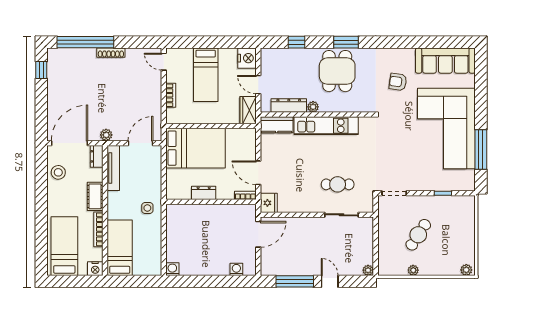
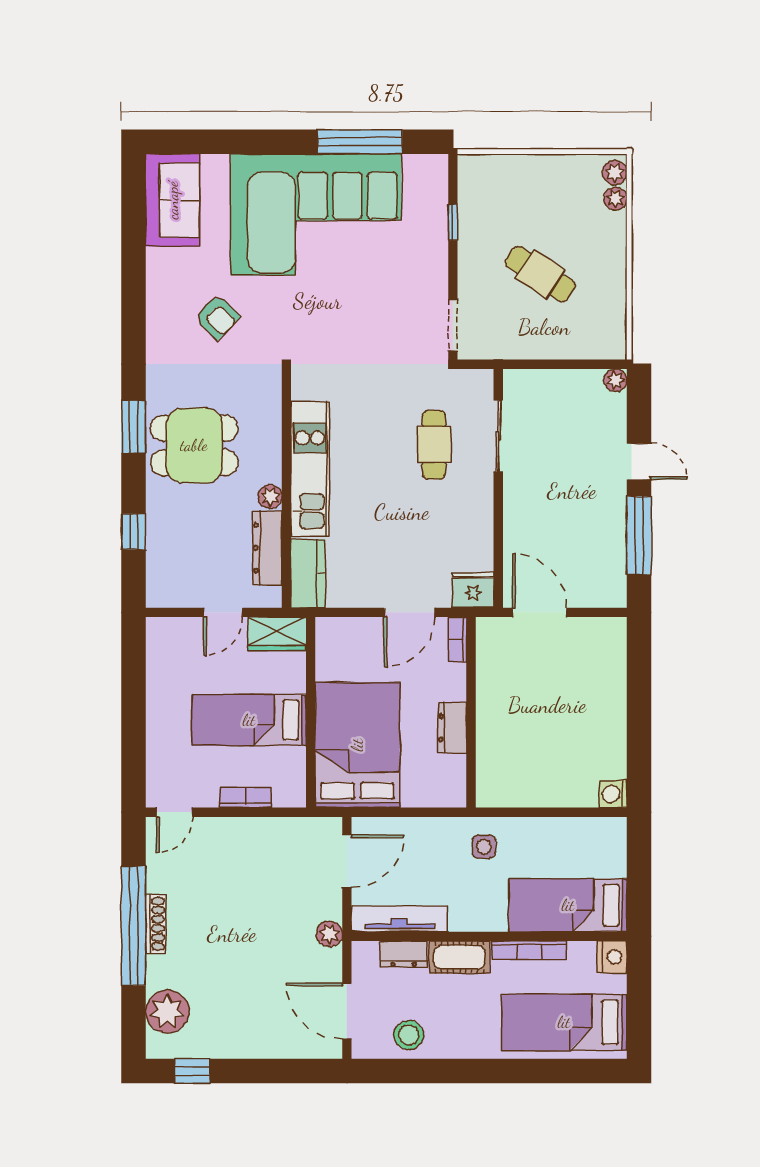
window: (85, 42) -> (133, 926), moved
plant: (69, 58) -> (167, 1012), added
nightstand: (247, 58) -> (167, 636), removed
sofa: (445, 61) -> (172, 200), width x0.73
bed: (206, 75) -> (249, 720), moved, turned 180
armchair: (398, 82) -> (217, 317), turned -53
door: (70, 143) -> (347, 1011), width x0.73
door: (141, 143) -> (347, 861), swing flipped
dresser: (97, 156) -> (404, 954), moved
washing machine: (236, 269) -> (614, 659), removed
plant: (413, 270) -> (615, 199), moved
door: (330, 281) -> (639, 462), swing flipped

